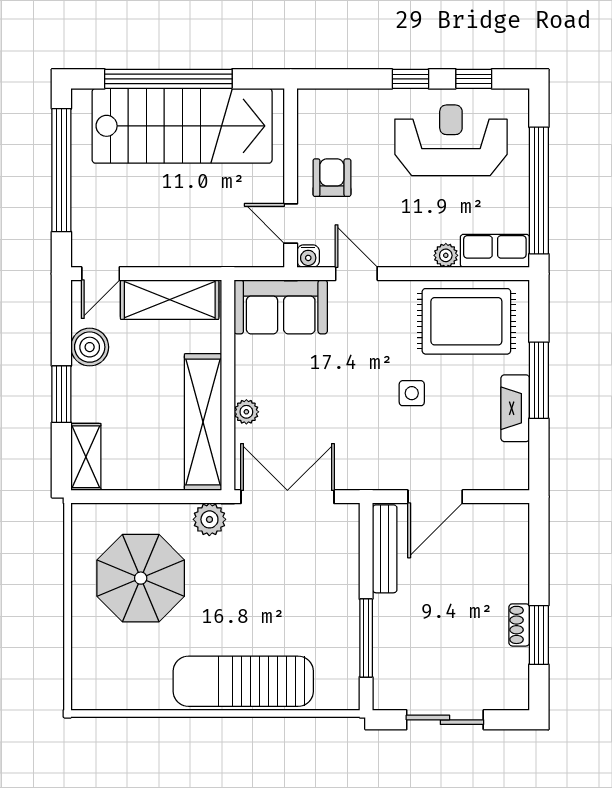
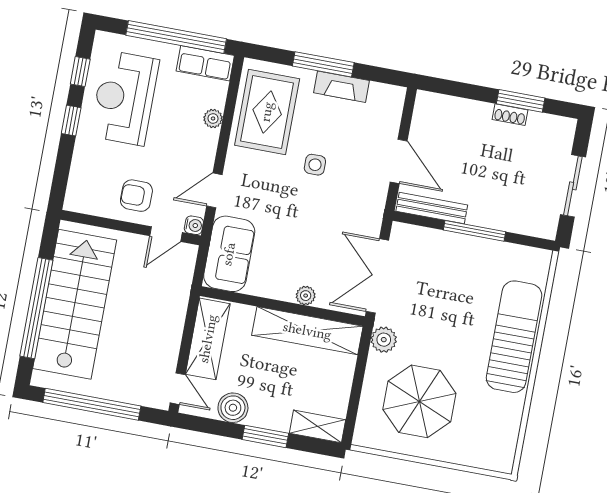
row of seats: (495, 251) -> (205, 63), moved, turned -90
window: (366, 638) -> (474, 231), moved
sun lounger: (243, 681) -> (514, 337), turned 180

